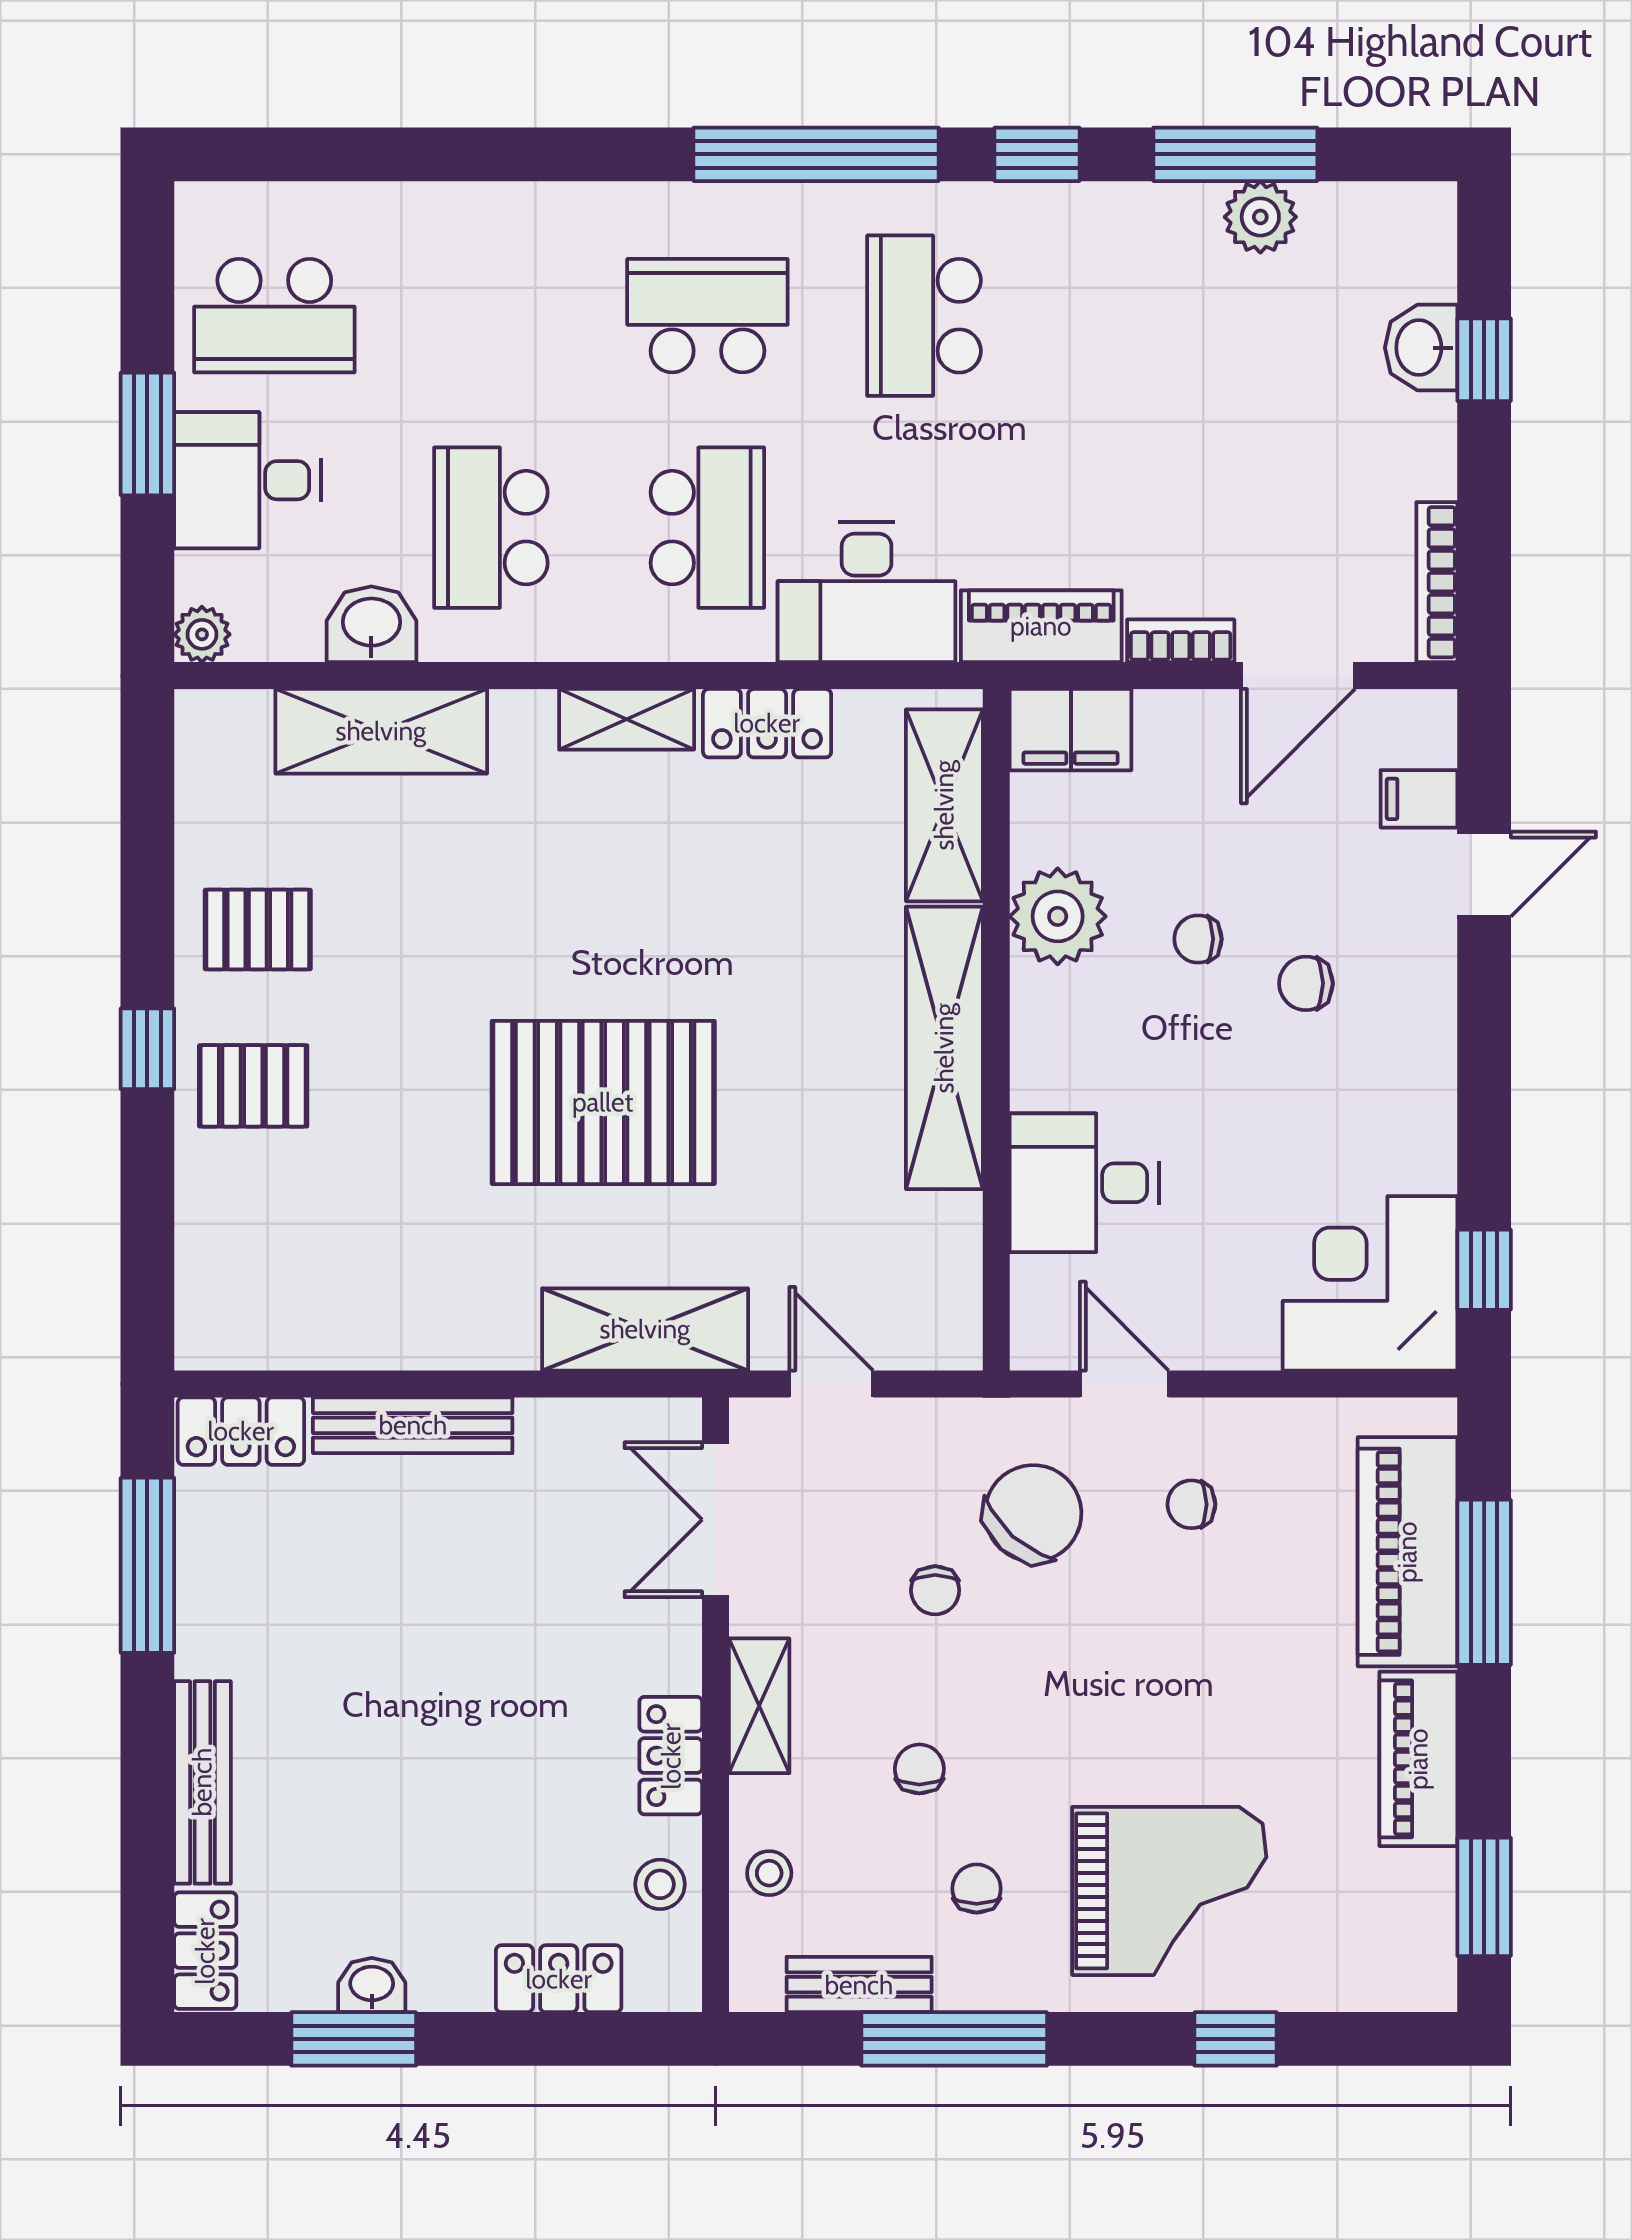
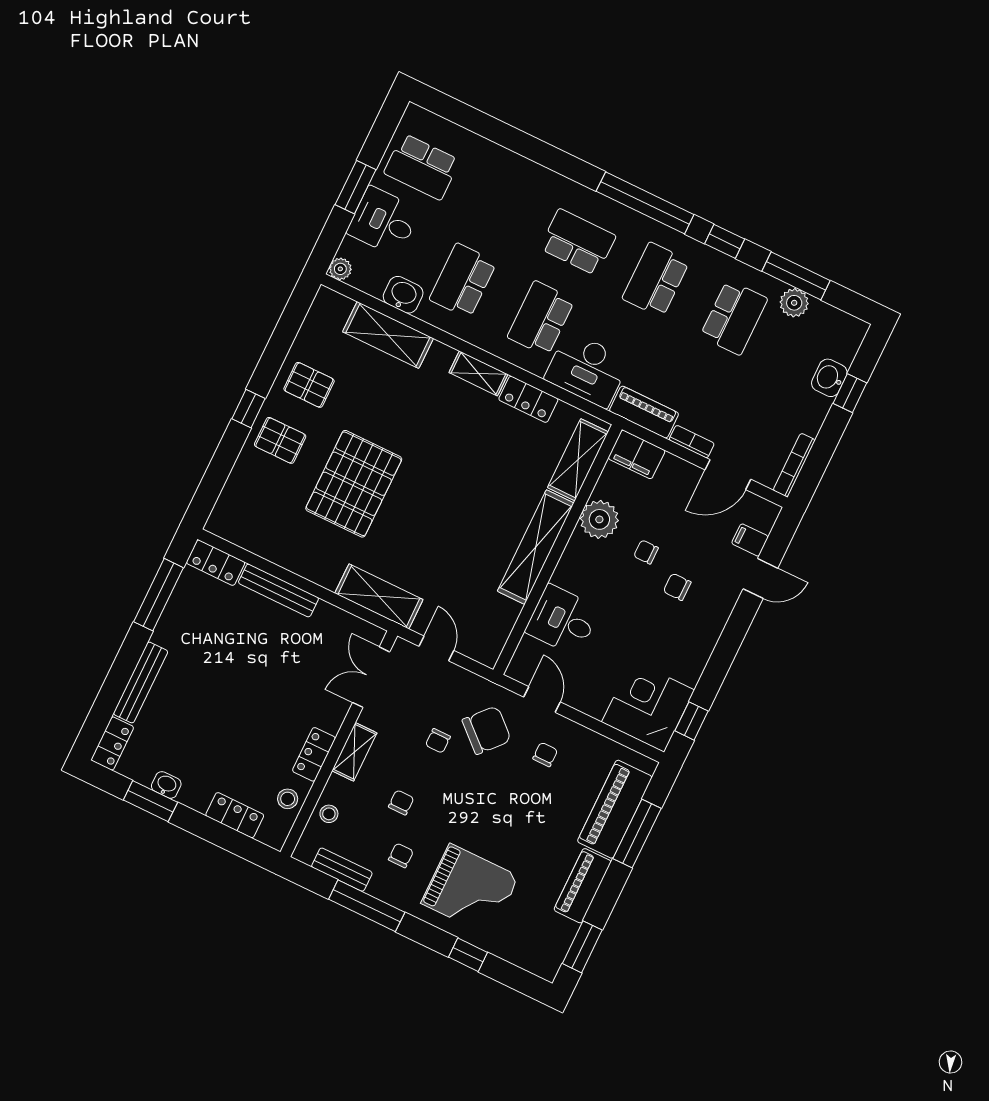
school desk: (1141, 316) -> (734, 318), added
school desk: (707, 528) -> (541, 318), turned 180
pallet: (603, 1102) -> (354, 484), moved, turned 90
chair: (1191, 1504) -> (545, 754), turned 90

